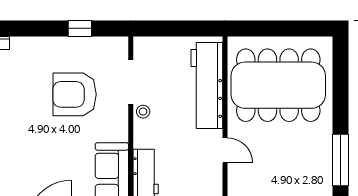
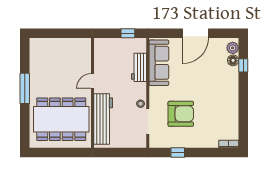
door: (225, 150) -> (93, 81), hinge flipped
window: (340, 160) -> (25, 88), moved

